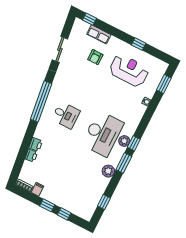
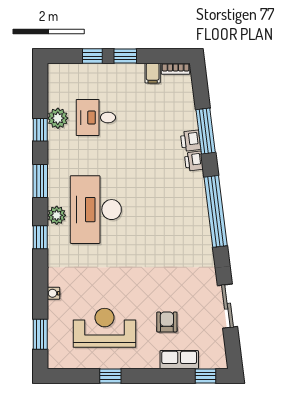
reception desk: (129, 70) -> (105, 328), turned 180
desk: (66, 115) -> (96, 118), moved
window: (134, 143) -> (40, 237), moved
window: (25, 146) -> (206, 131), added
printer: (31, 156) -> (194, 161), moved
plant: (108, 171) -> (58, 118), moved
window: (104, 202) -> (40, 130), moved

